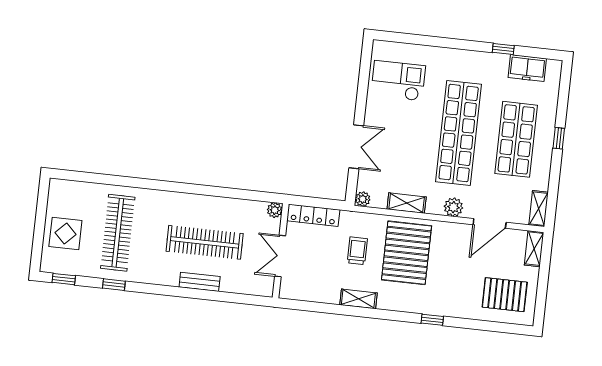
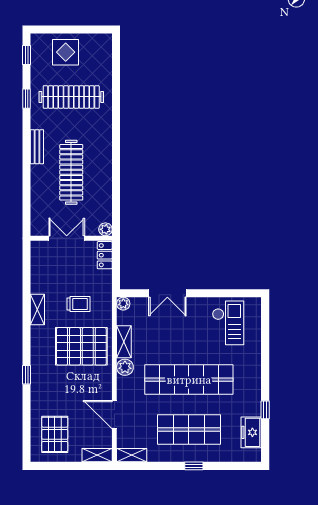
plant: (453, 207) -> (125, 367), moved
locker: (313, 215) -> (105, 255), width x0.66
bench: (200, 282) -> (37, 147), moved

